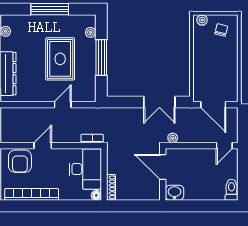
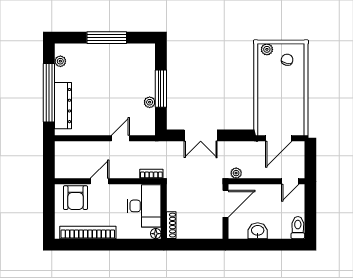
plant: (90, 32) -> (150, 102), moved
rug: (60, 59) -> (118, 90), removed
double door: (159, 102) -> (201, 135), moved
door: (213, 105) -> (279, 138), hinge flipped
door: (163, 167) -> (226, 204), swing flipped
washbasin: (175, 193) -> (258, 231), moved

